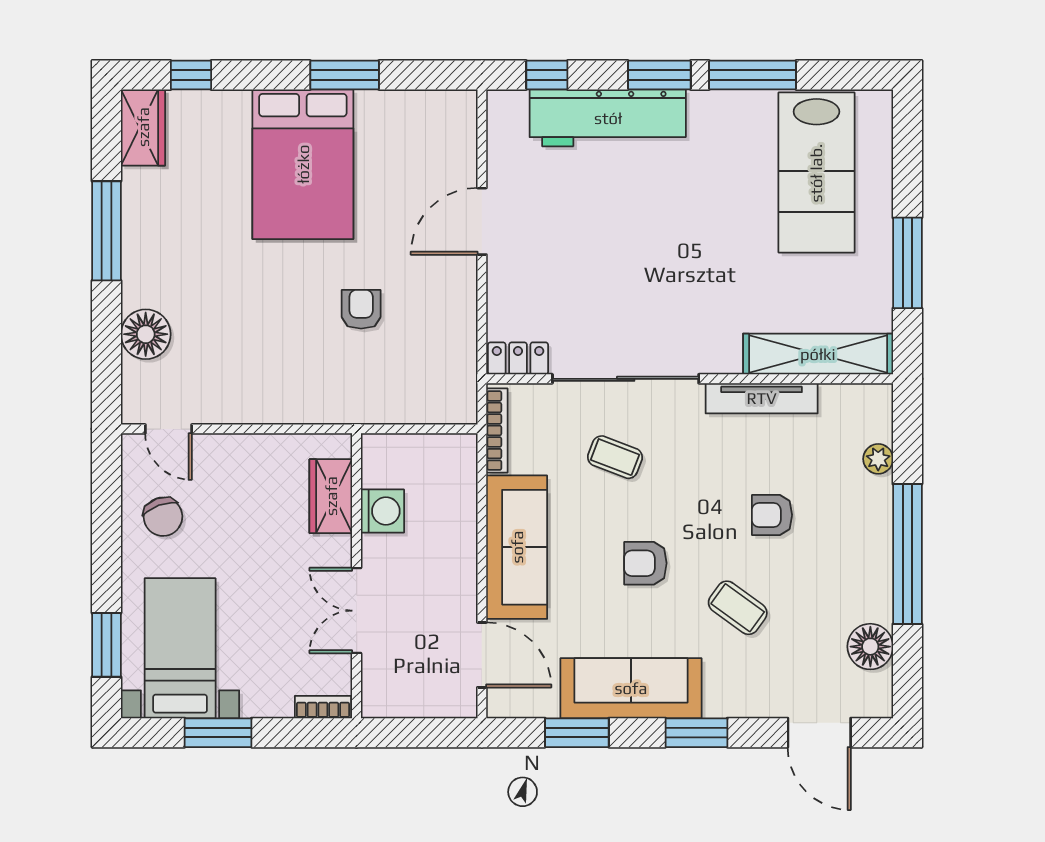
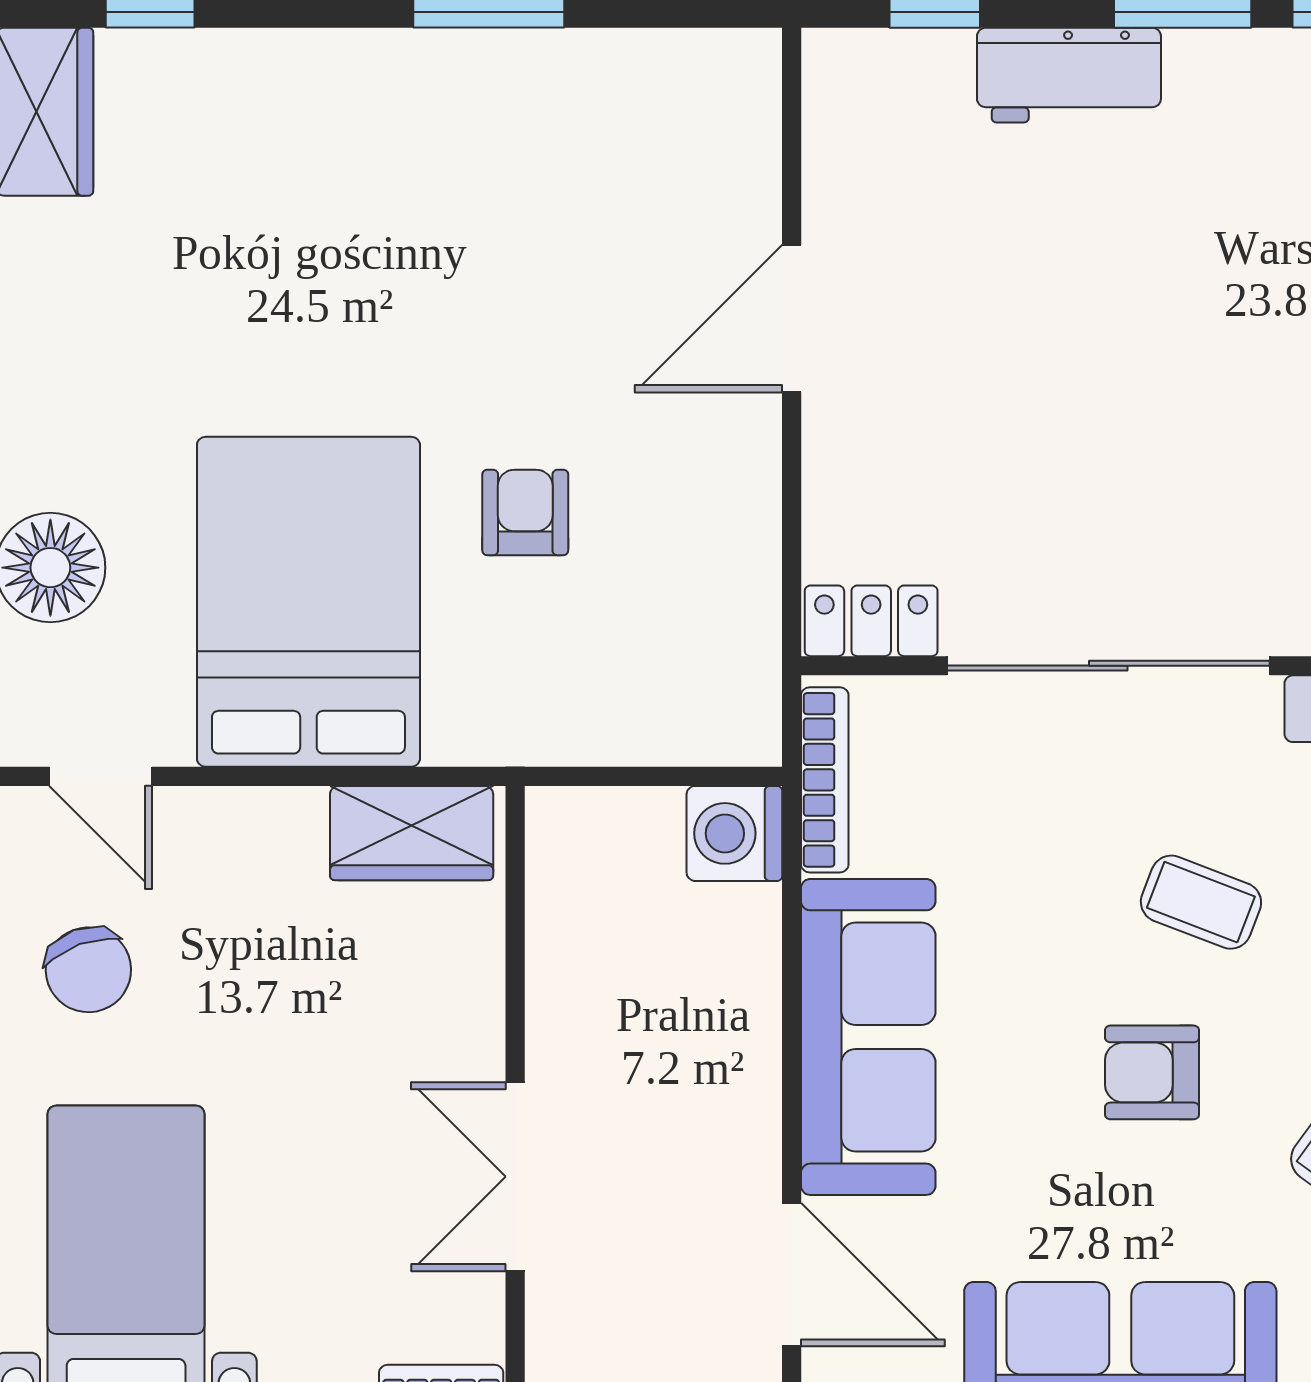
workbench: (608, 118) -> (1069, 75), width x0.53, depth x0.76
bed: (303, 164) -> (308, 602), moved, turned 180
coffee table: (615, 457) -> (1201, 902), moved
wardrobe: (331, 496) -> (412, 833), moved, turned -90
washing machine: (382, 511) -> (734, 833), moved, turned 180

